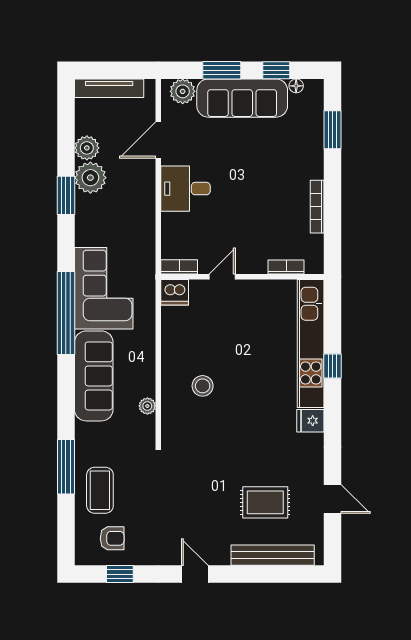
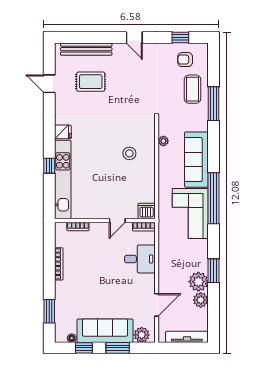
desk: (185, 189) -> (140, 259), moved

